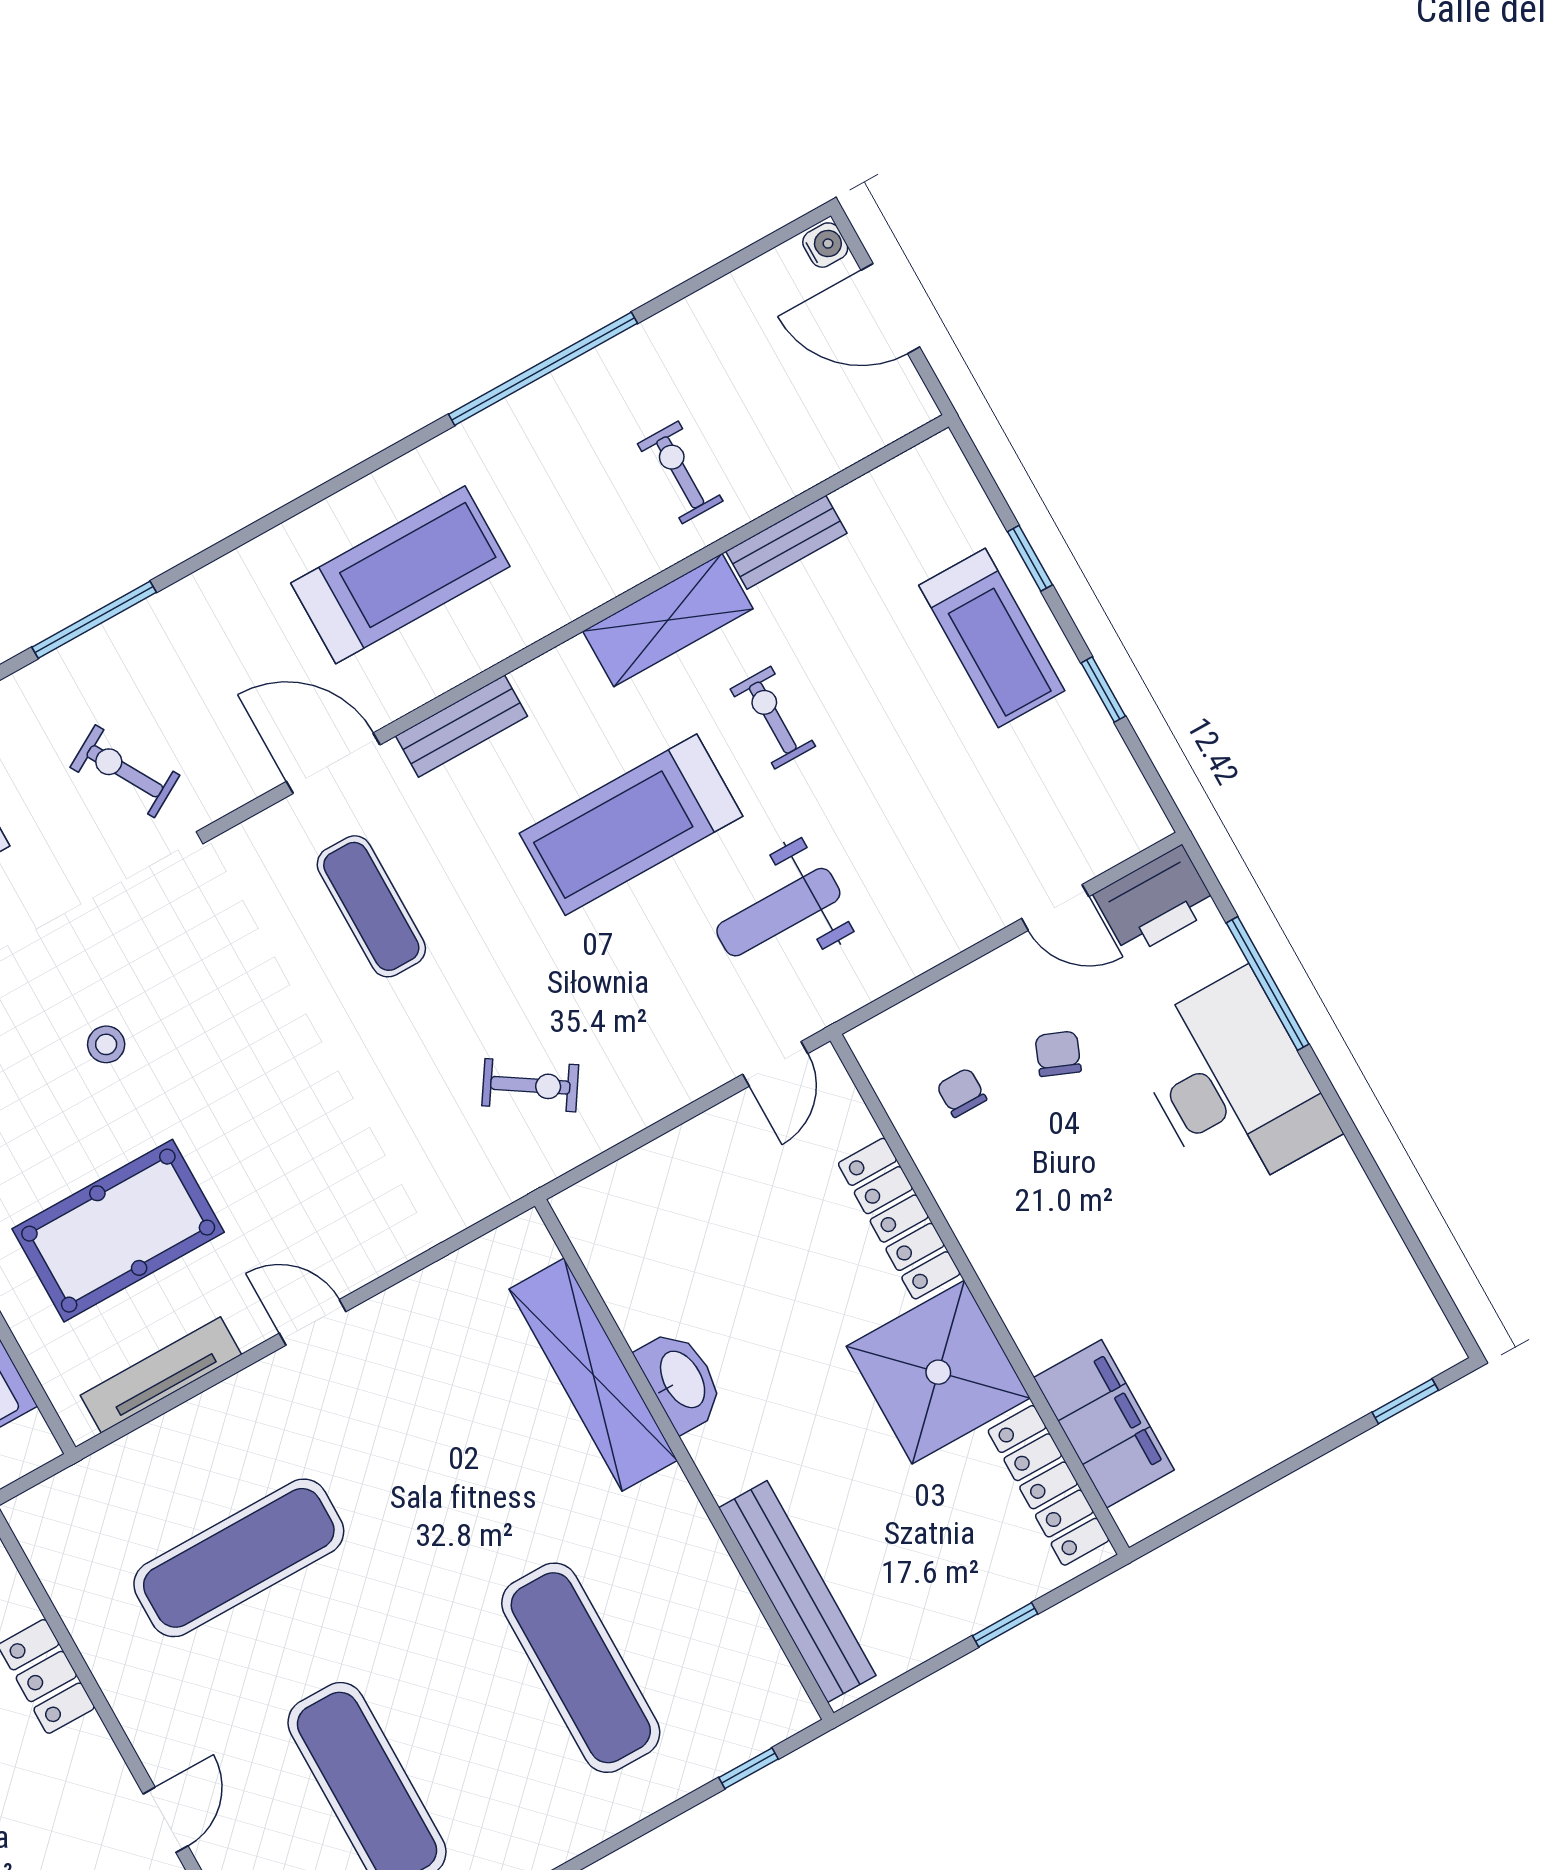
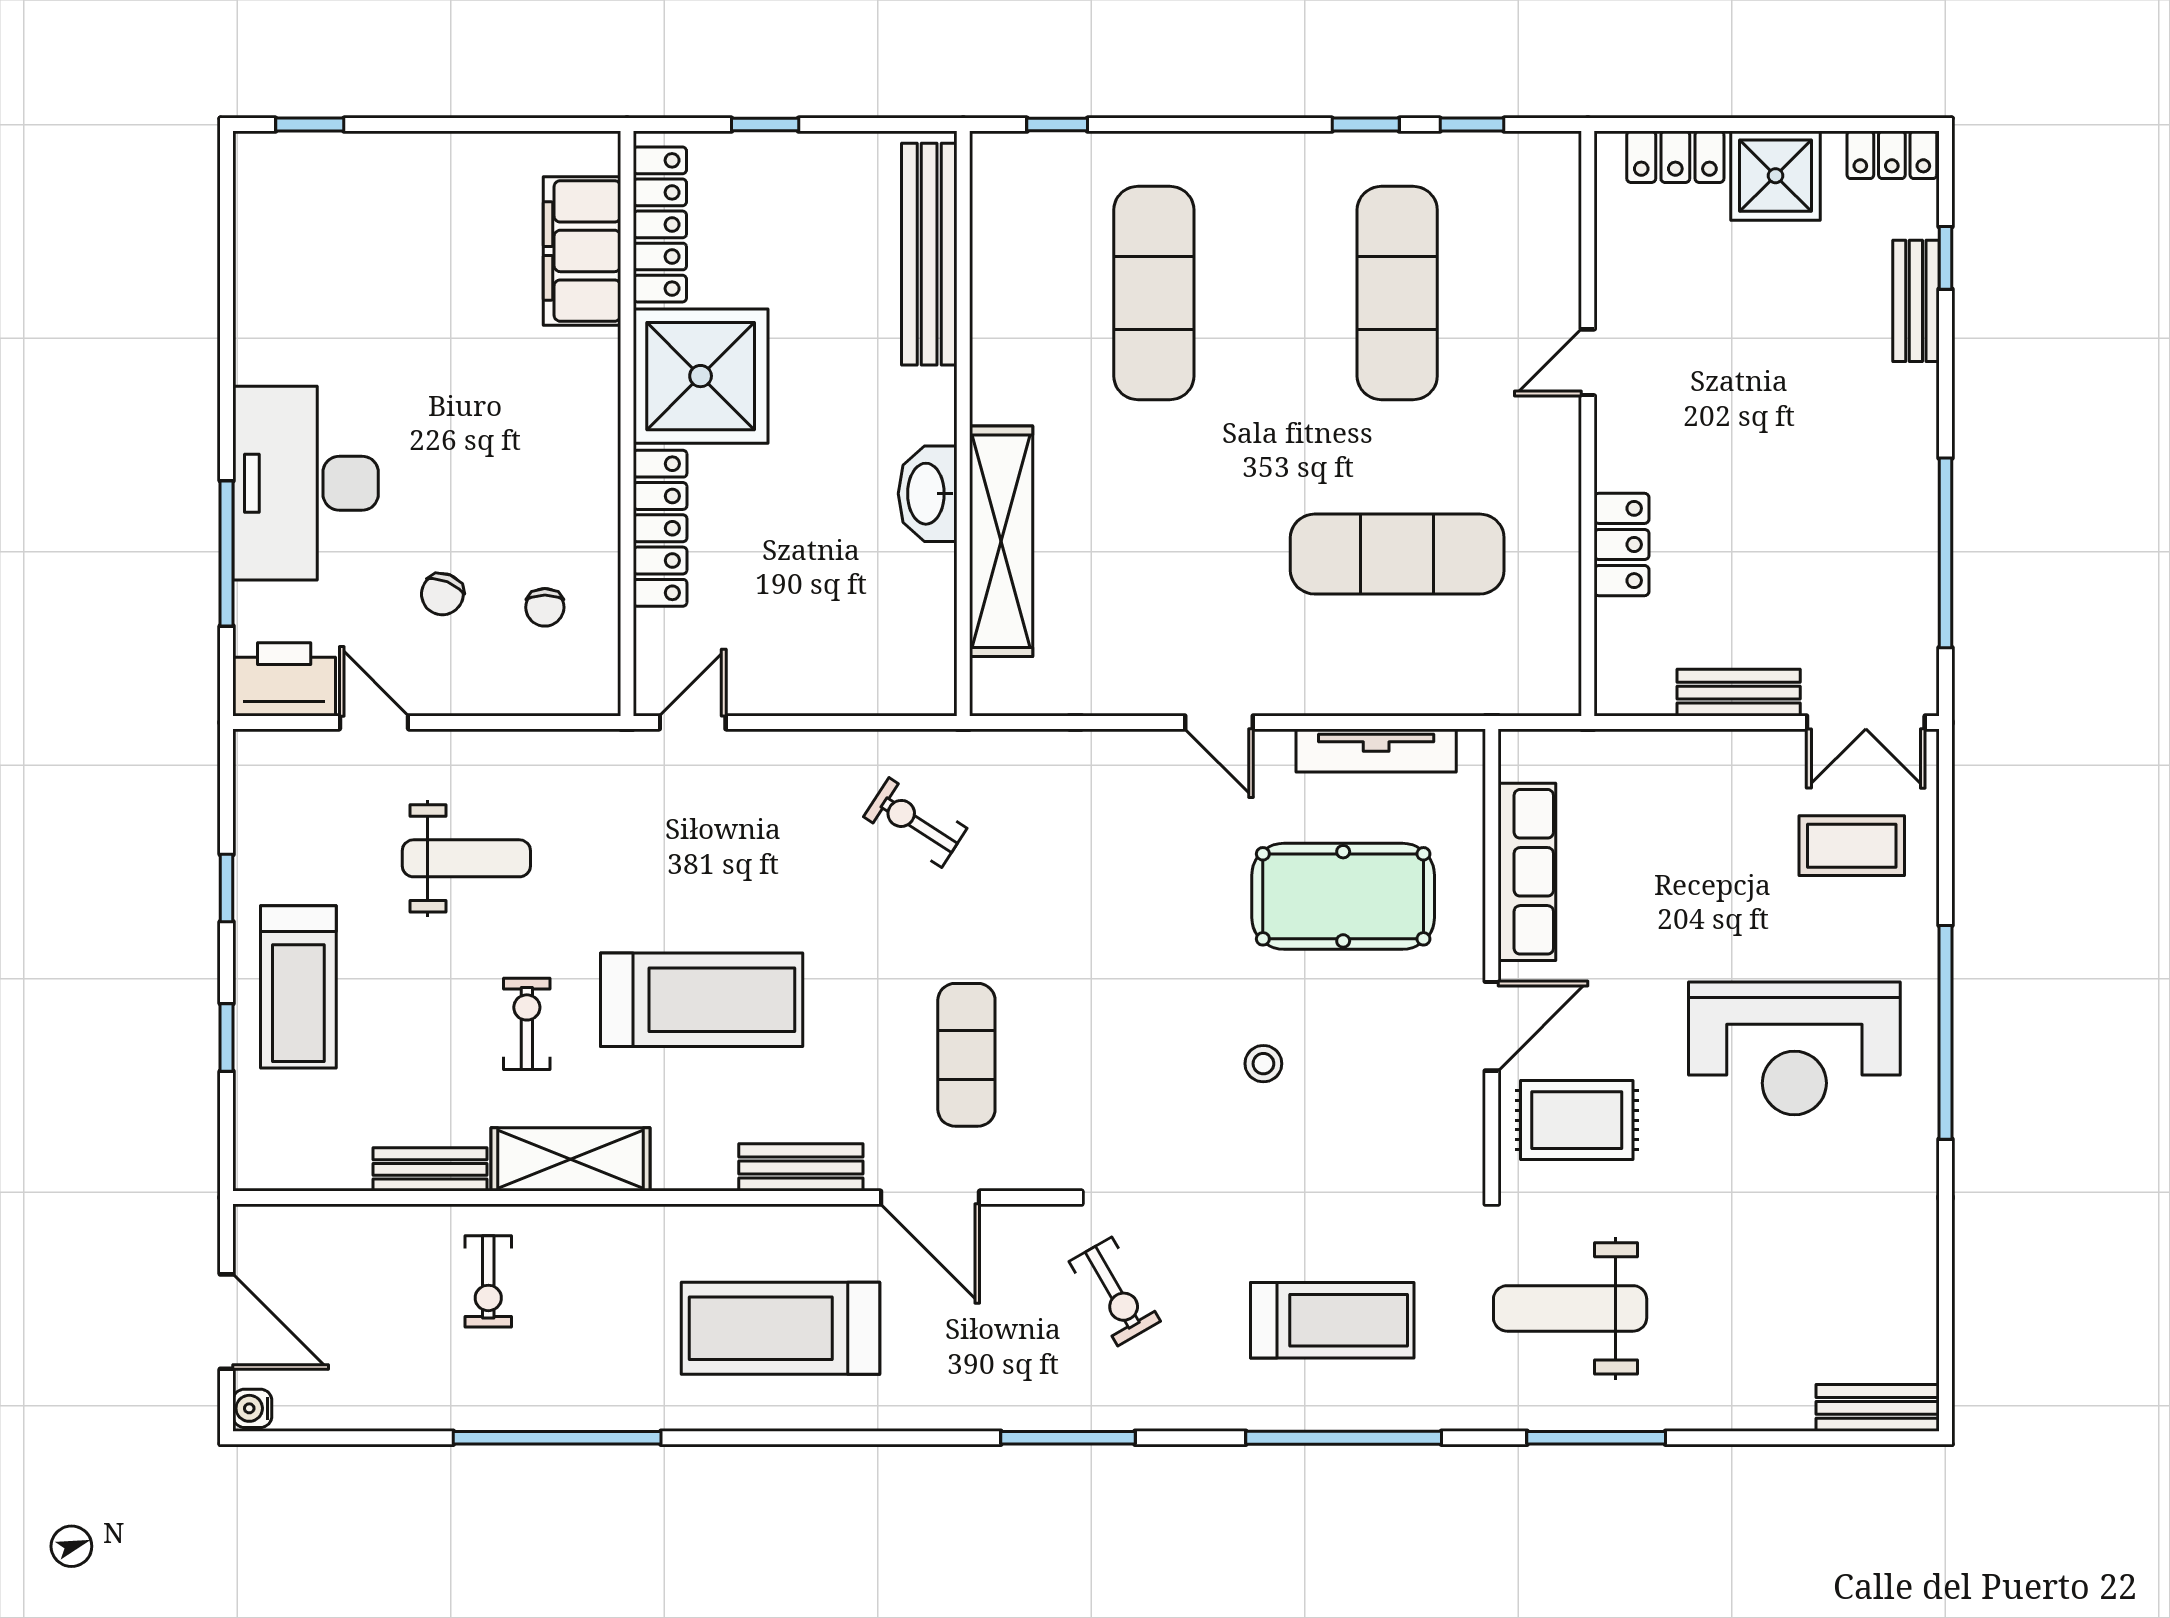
treadmill: (992, 638) -> (298, 987), turned 180
exercise bike: (773, 718) -> (527, 1024), turned 180
weight bench: (778, 912) -> (466, 858), moved

